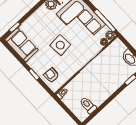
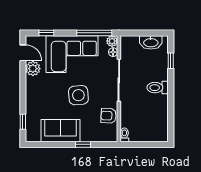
sofa: (21, 45) -> (60, 131), moved
armchair: (51, 75) -> (109, 116), moved
toilet: (88, 105) -> (158, 88), moved

